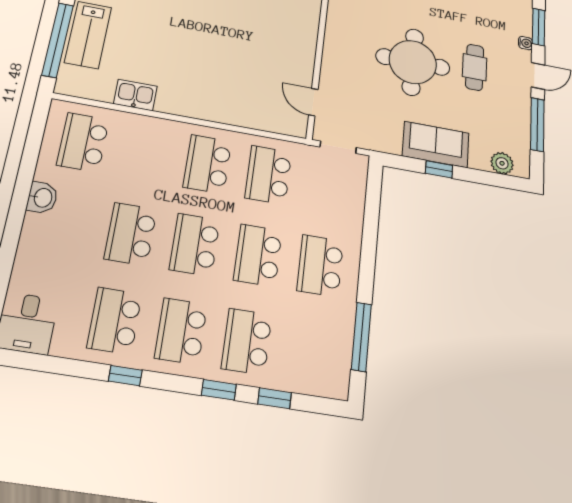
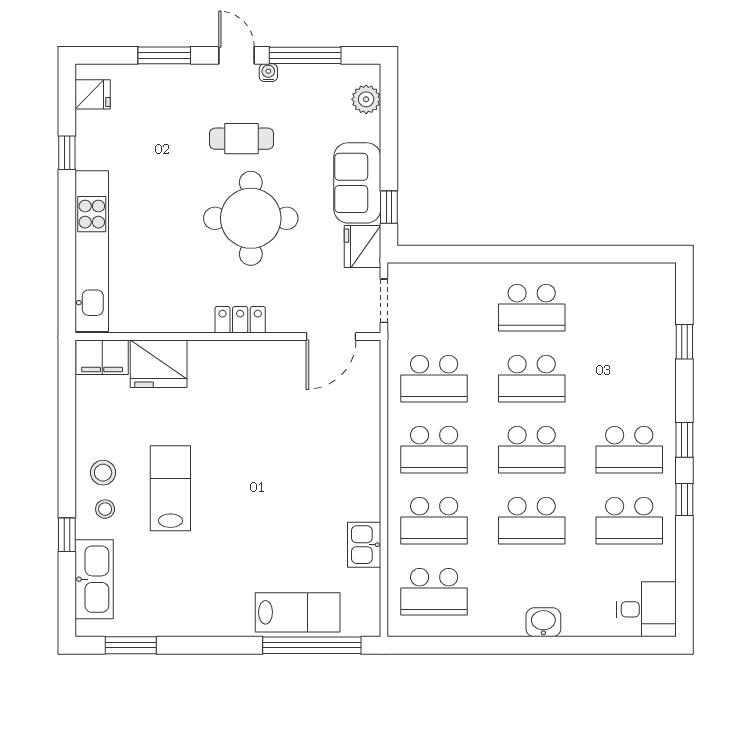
locker: (334, 39) -> (240, 320), added
water cooler: (525, 43) -> (268, 73), moved
door: (313, 102) -> (331, 336), width x1.38
fridge: (384, 139) -> (362, 246), added
window: (439, 169) -> (389, 207), moved
washbasin: (42, 198) -> (543, 622), moved
window: (361, 337) -> (604, 254), removed
school desk: (247, 341) -> (434, 521), moved
window: (219, 390) -> (684, 440), moved

